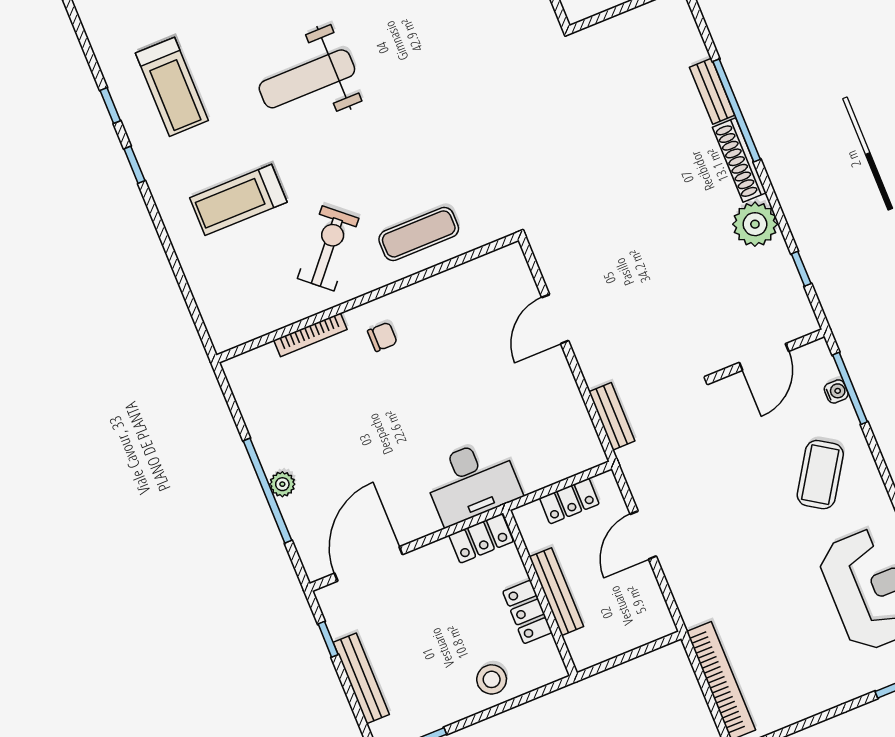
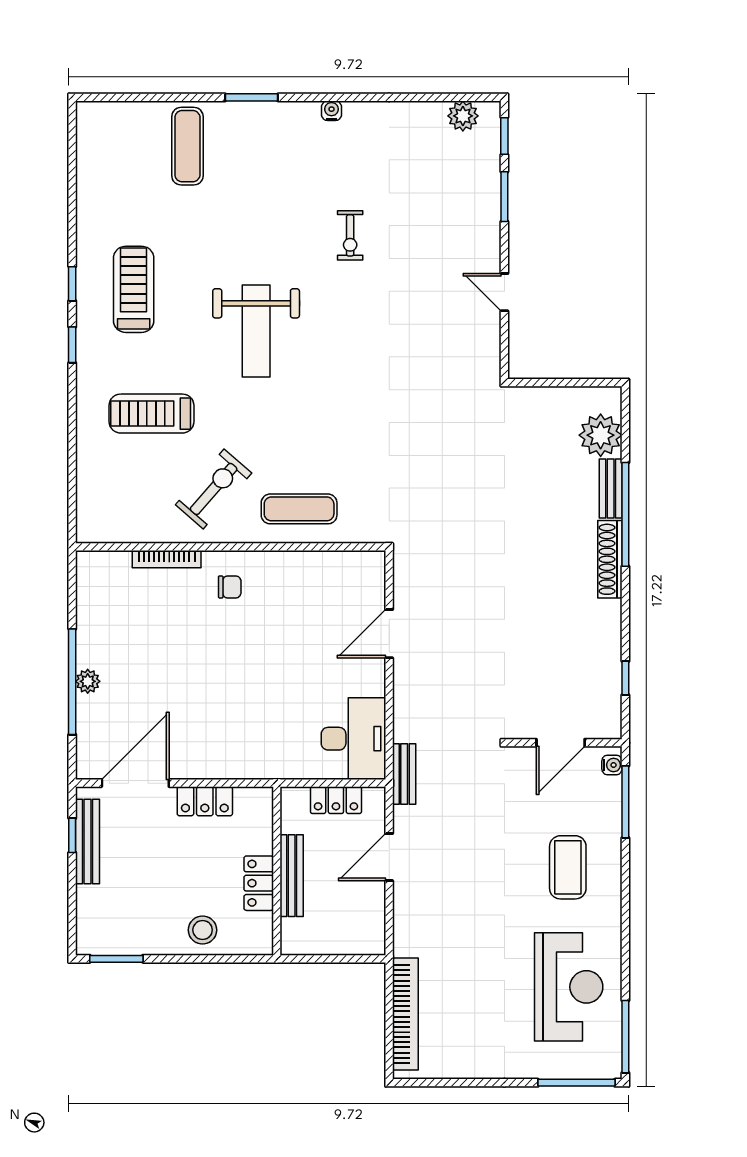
weight bench: (307, 79) -> (256, 331), turned -90
treadmill: (172, 87) -> (134, 289), turned 180
plant: (755, 224) -> (601, 435), moved
water cooler: (836, 391) -> (612, 765), moved
bench: (612, 416) -> (404, 774), moved
coffee table: (820, 475) -> (568, 867), turned -33
desk: (472, 481) -> (353, 739), moved, turned -90
locker: (481, 538) -> (205, 801), moved
bench: (361, 678) -> (87, 842), moved

